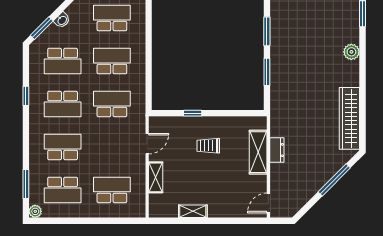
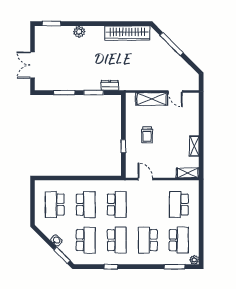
school desk: (112, 61) -> (86, 205), turned 180
school desk: (112, 104) -> (117, 205), turned 180
dresser: (277, 150) -> (110, 85), moved
shelving: (156, 177) -> (188, 173), moved
door: (268, 203) -> (175, 91), moved

